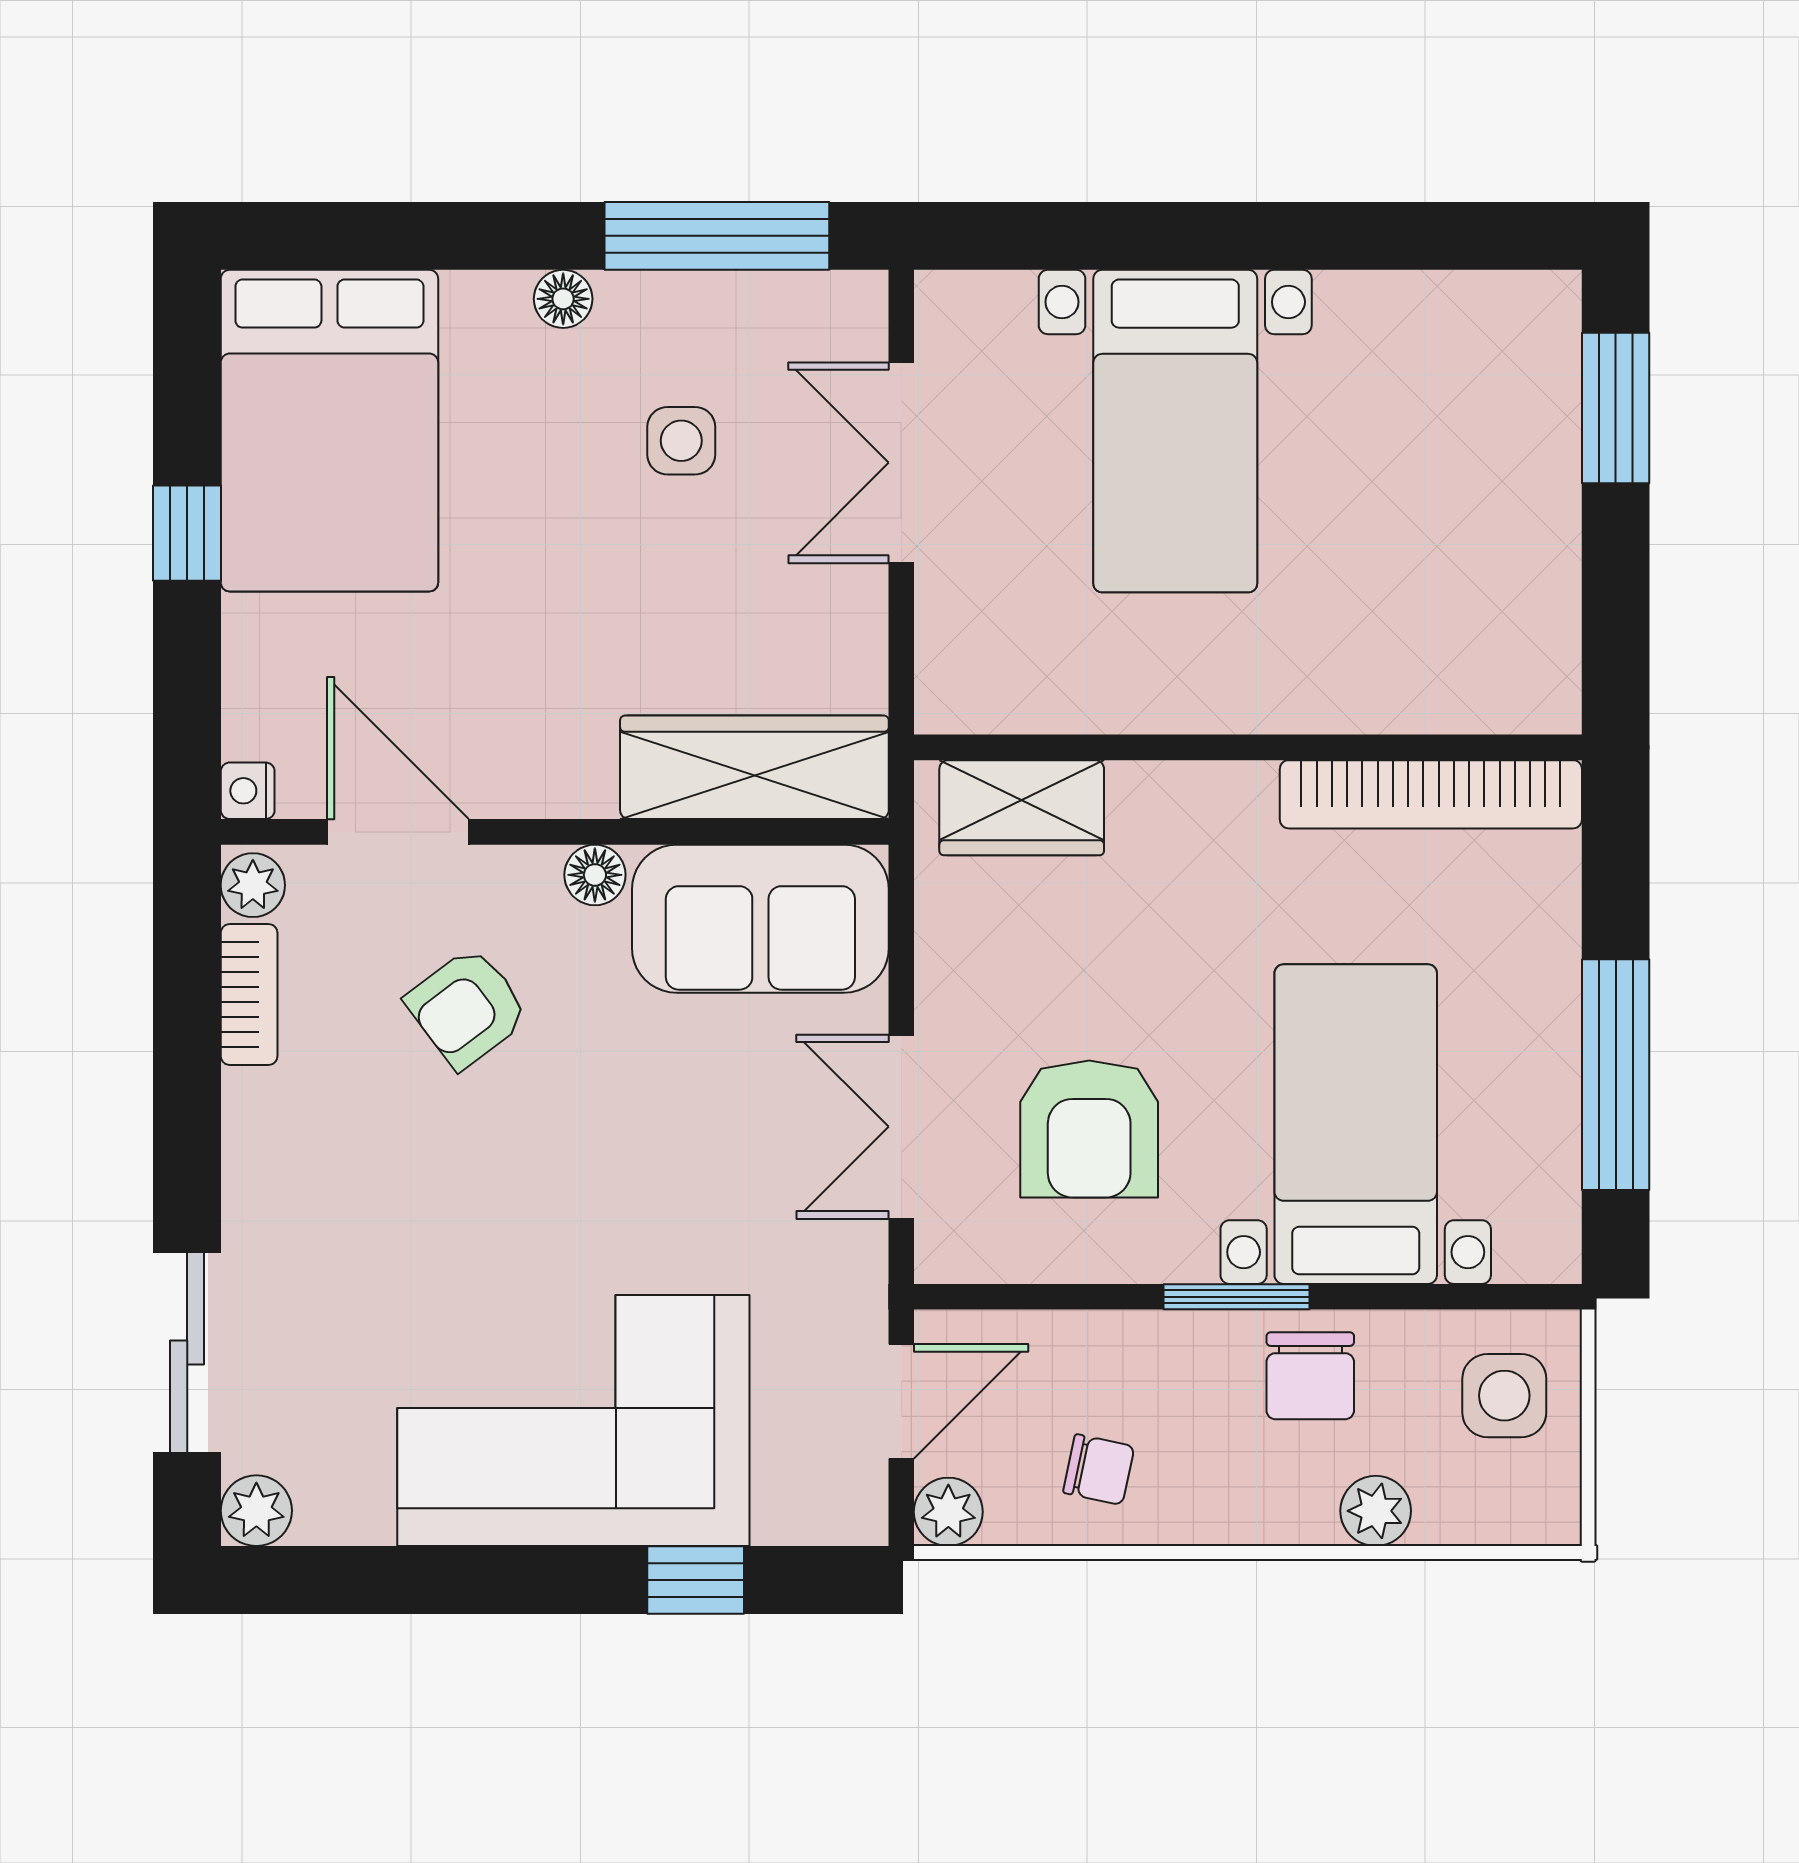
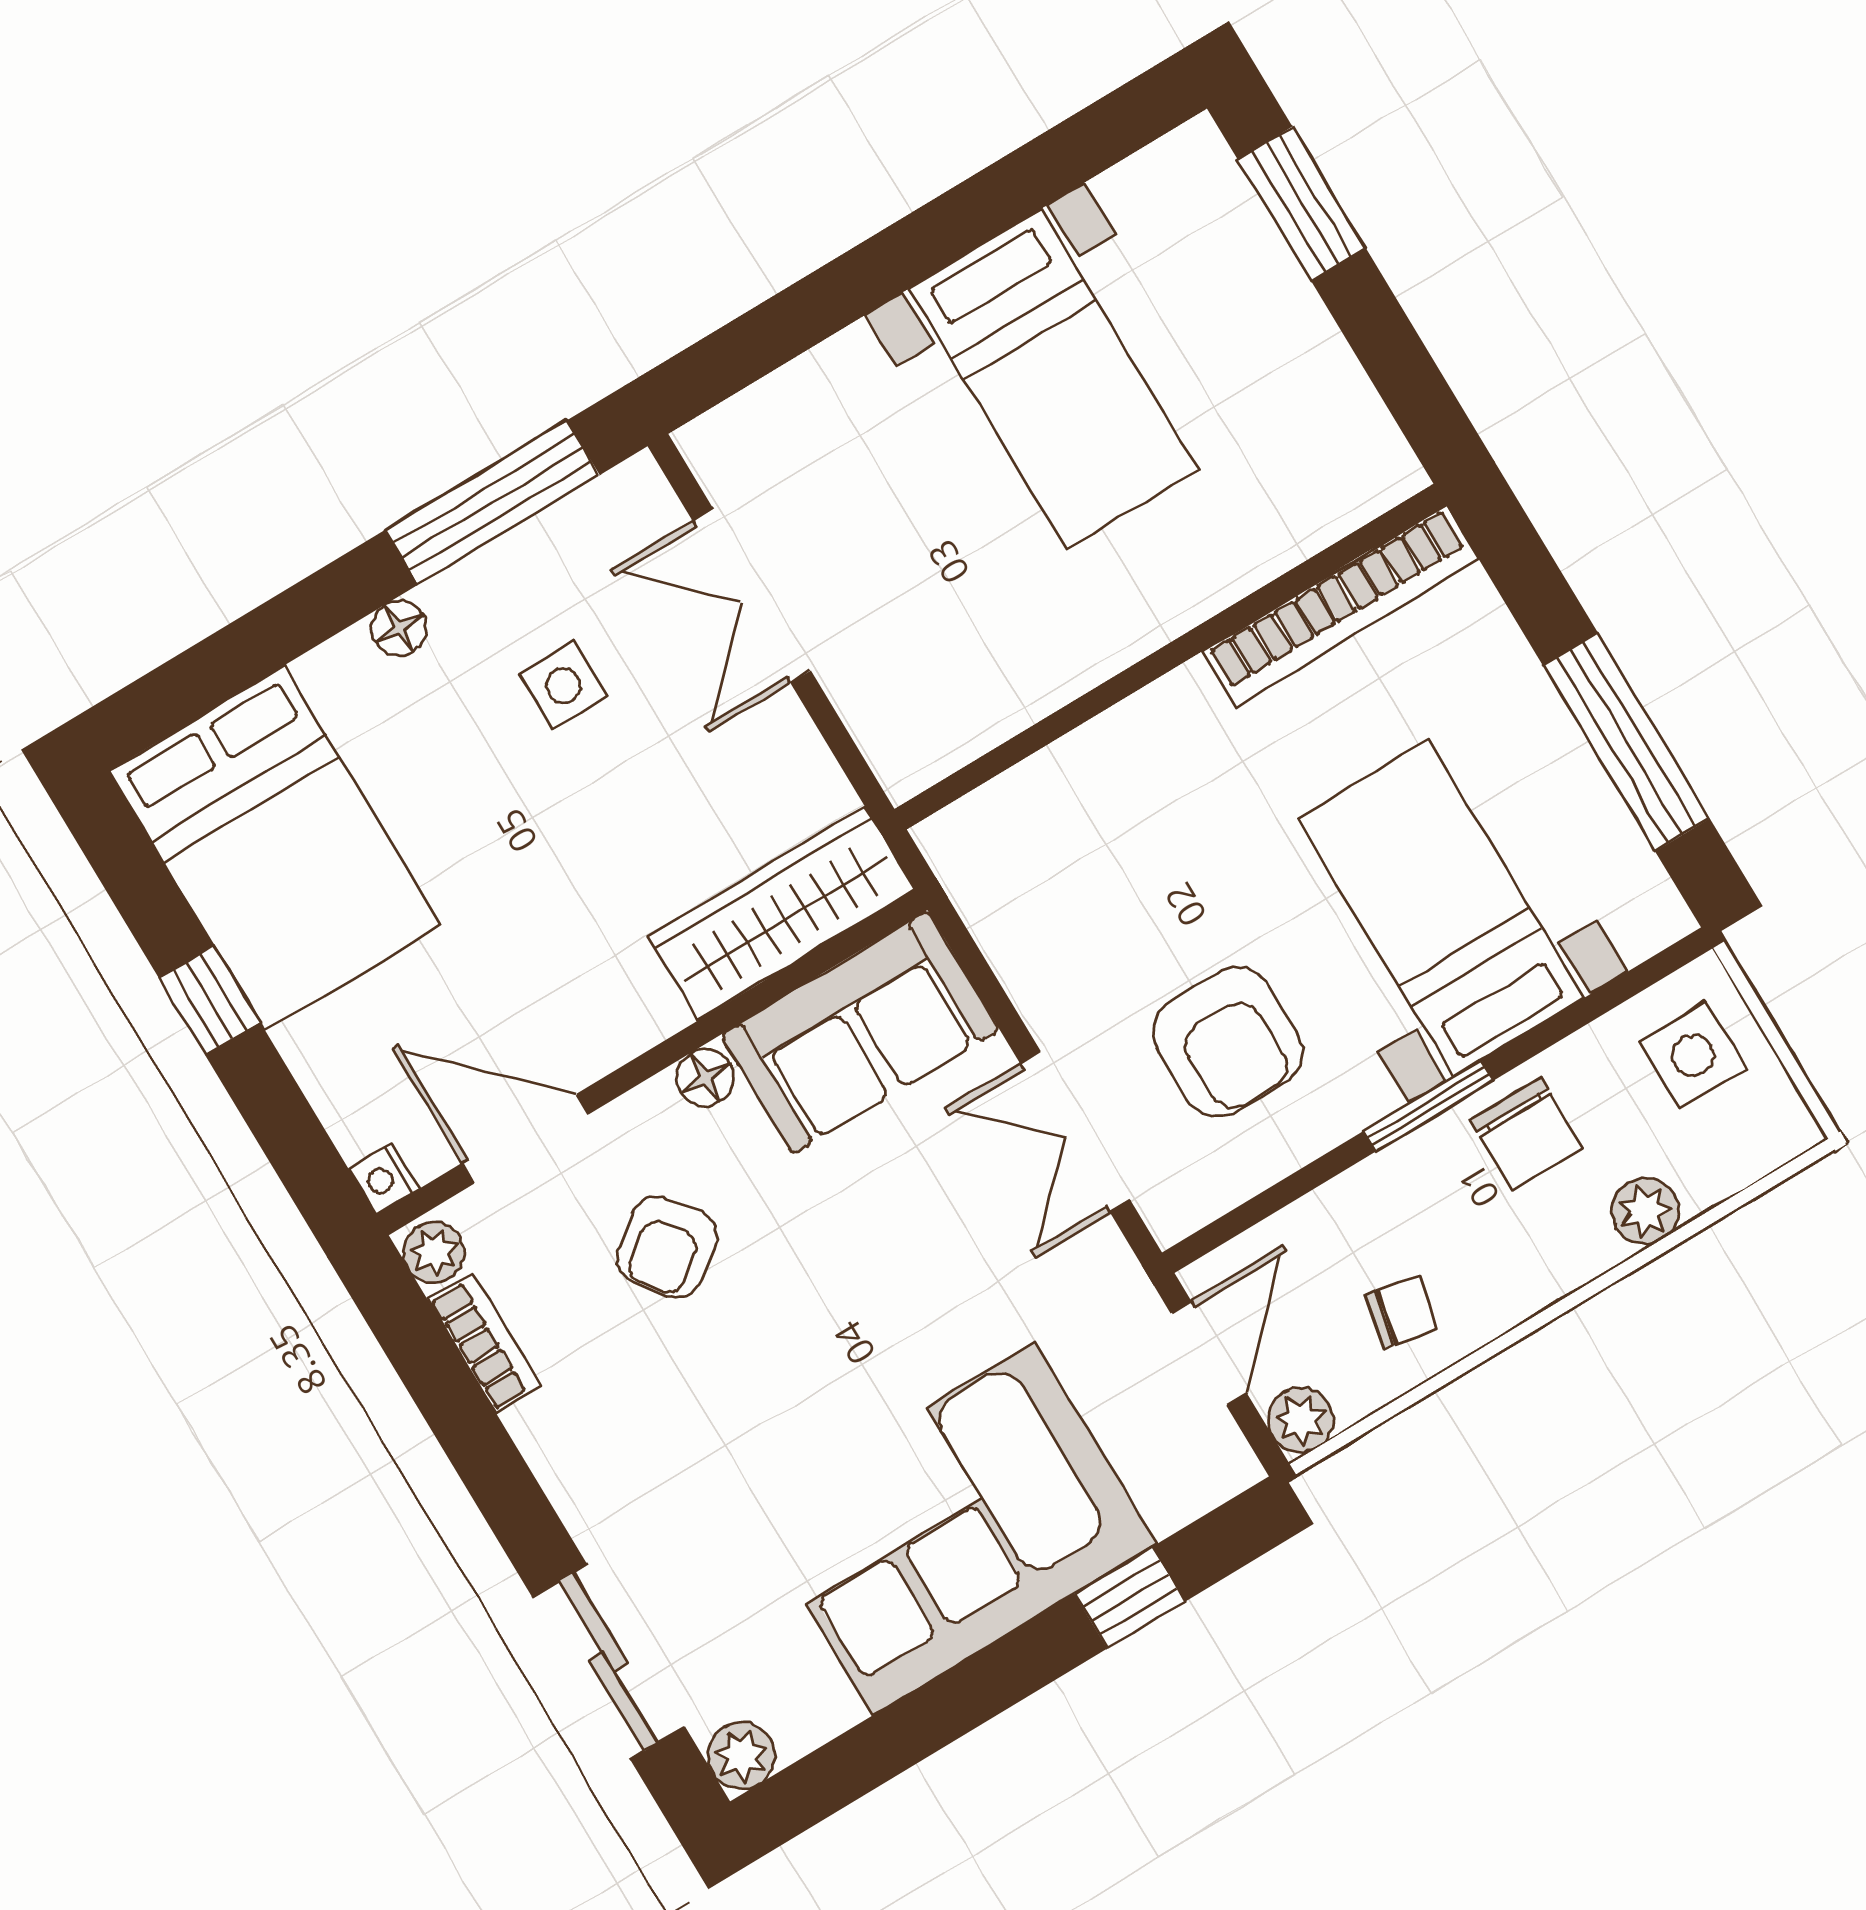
bed with nightstands: (1175, 431) -> (1054, 379), moved
wardrobe: (1022, 808) -> (1017, 816), removed

